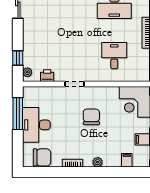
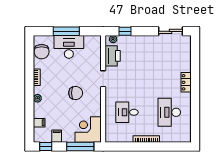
desk: (114, 56) -> (127, 112), turned 180
printer: (47, 76) -> (113, 56), width x1.87, depth x1.48
window: (18, 114) -> (66, 31), moved

